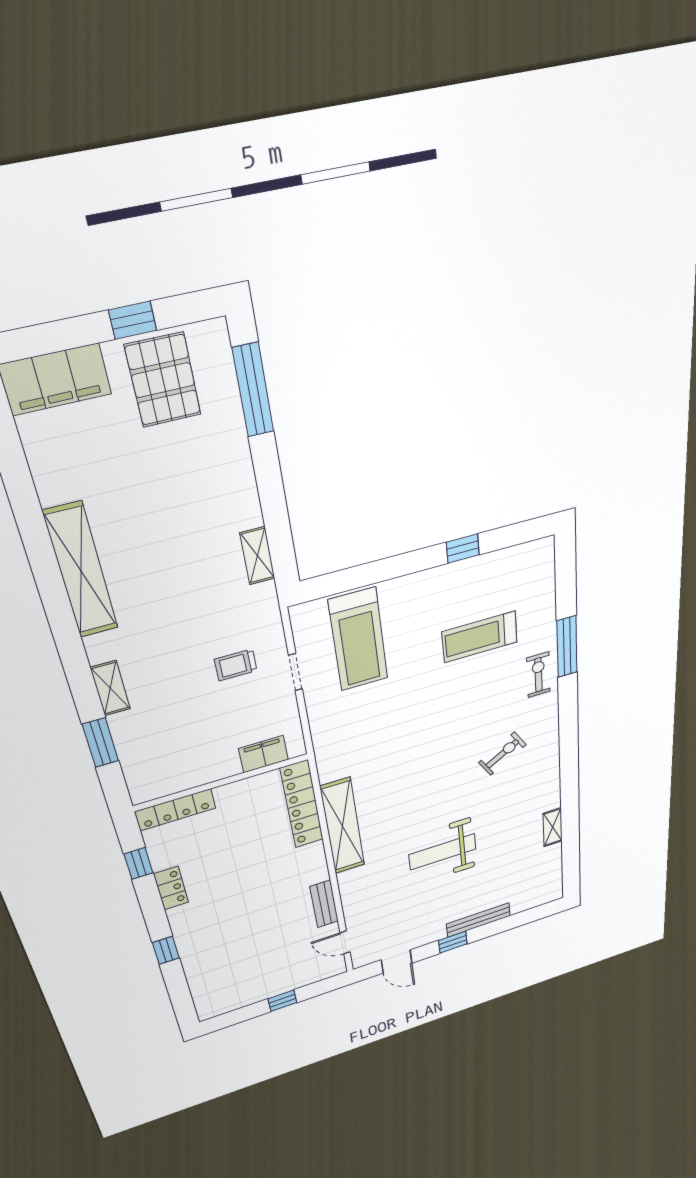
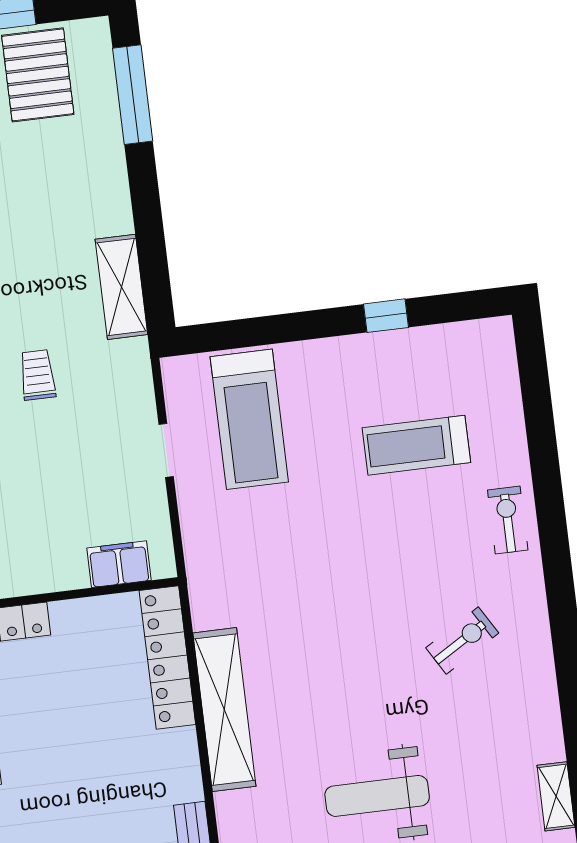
shelving: (257, 556) -> (121, 287), width x1.50, depth x1.33
window: (567, 647) -> (547, 484), removed
trolley: (236, 665) -> (37, 375), moved, turned 90

